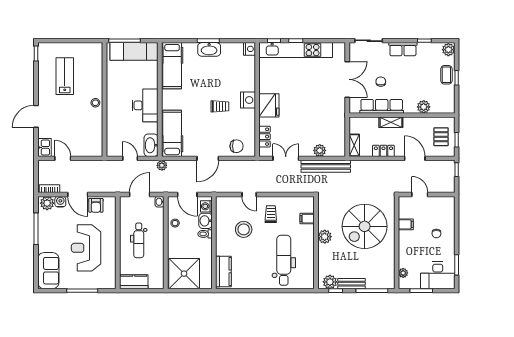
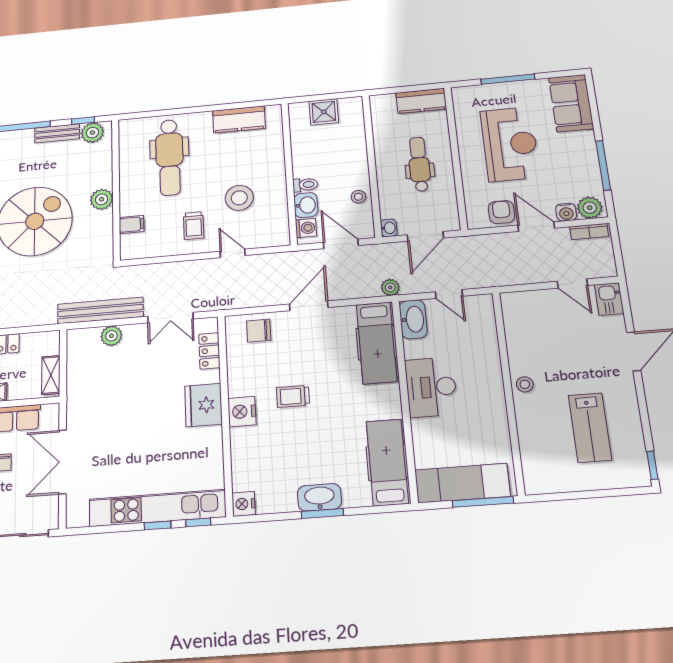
shelving: (354, 145) -> (51, 375), moved
kitchen counter: (223, 271) -> (239, 119), moved, turned -90
shower: (184, 274) -> (324, 112), width x0.54, depth x0.54

